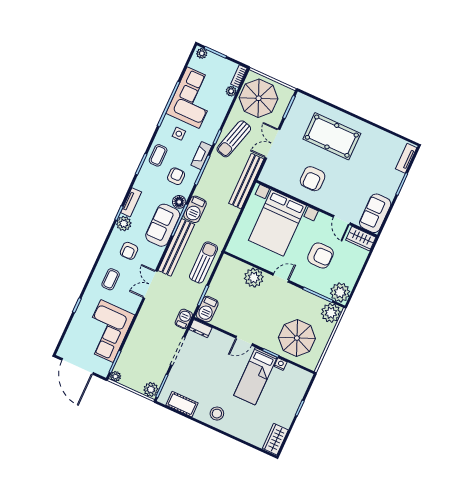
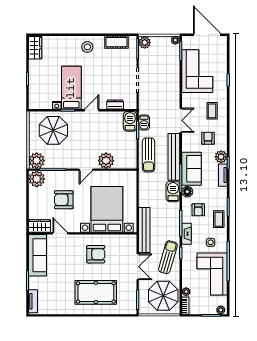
armchair: (313, 179) -> (96, 254), turned 90
sofa: (375, 213) -> (37, 255), width x1.36
barbecue: (184, 319) -> (144, 122), moved
dresser: (201, 329) -> (115, 105), moved

